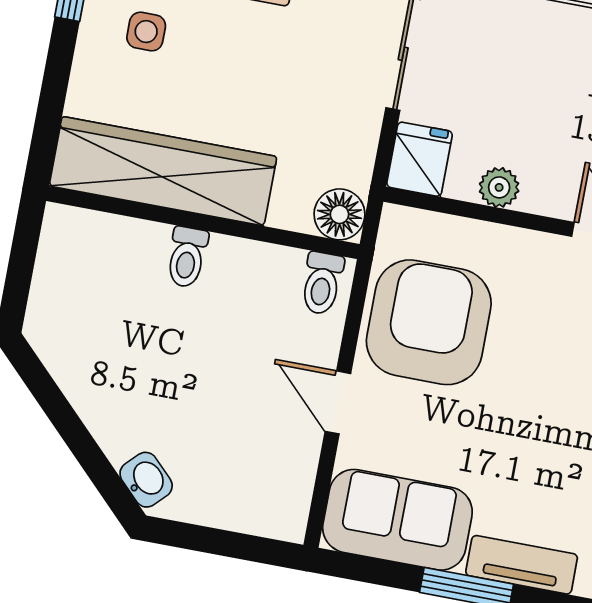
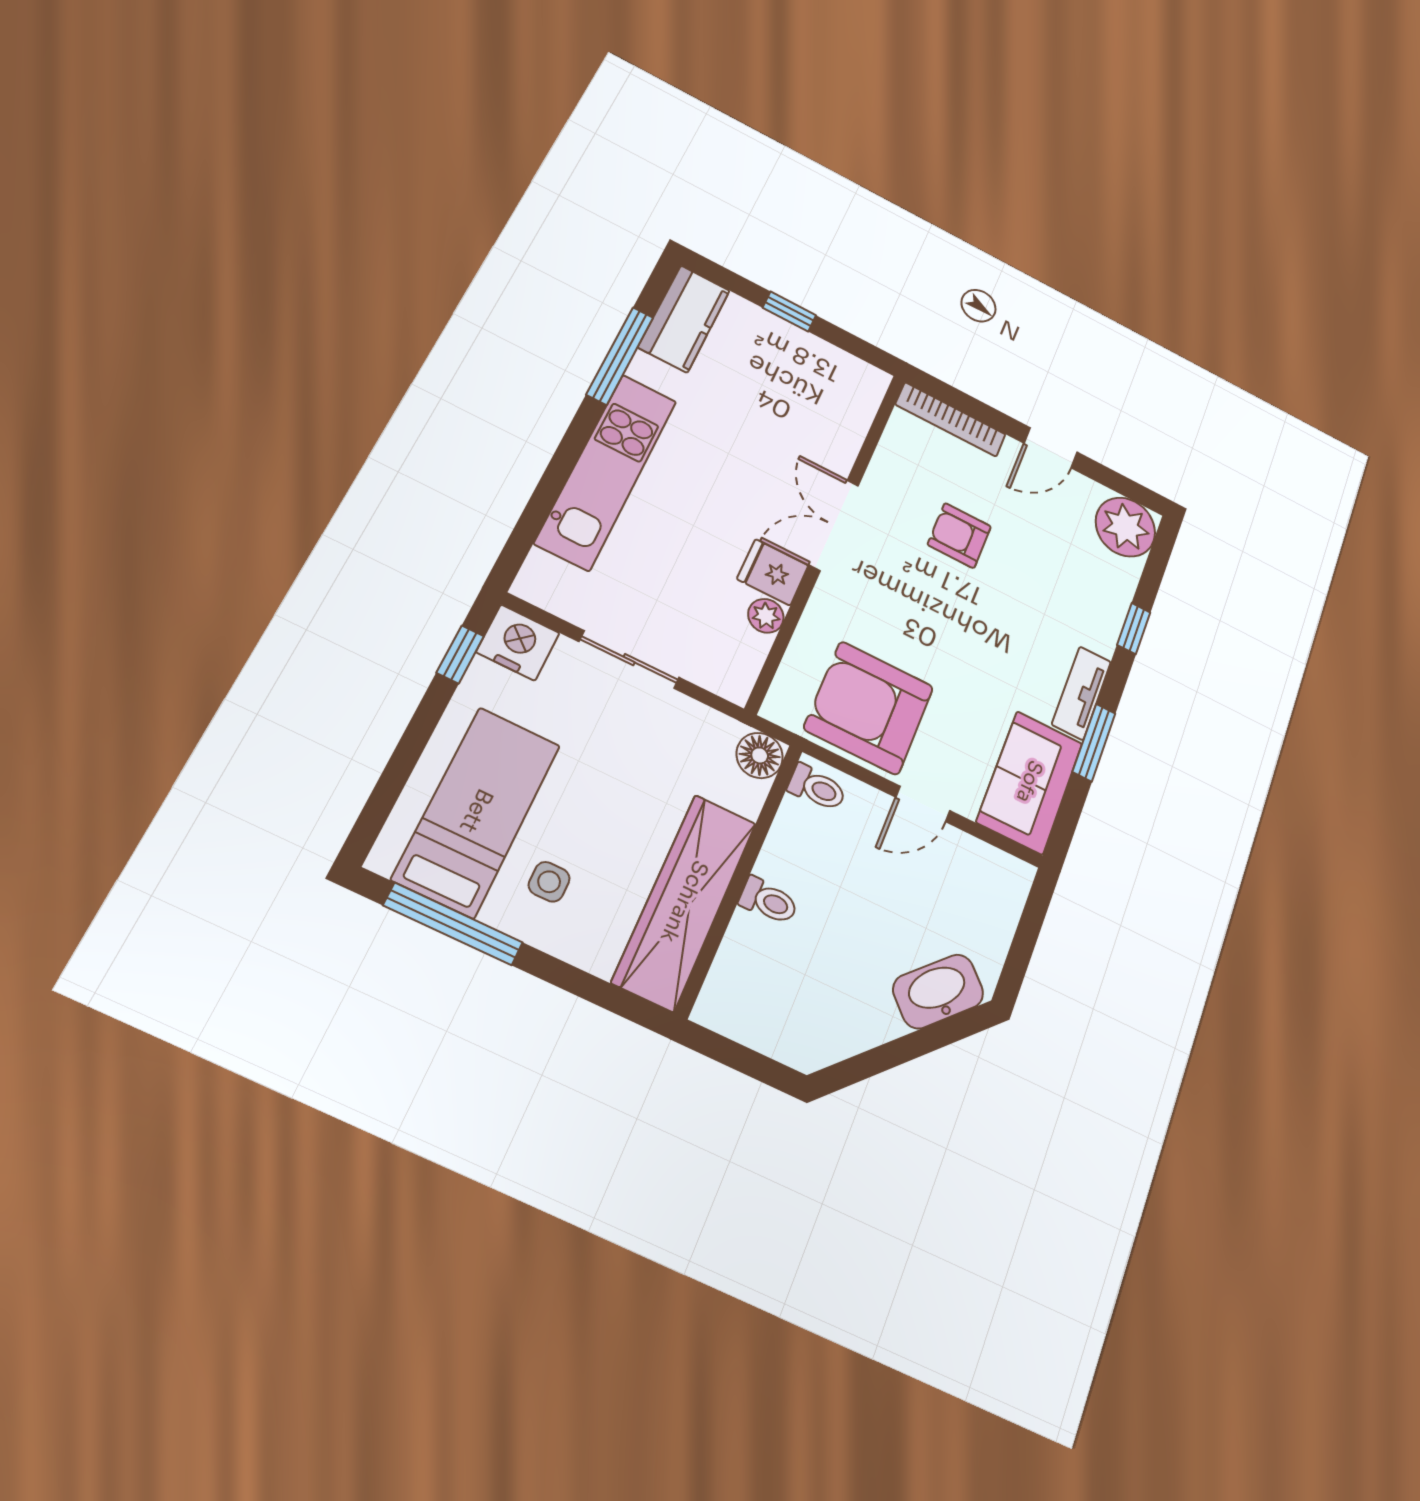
fridge: (420, 159) -> (773, 572), moved
washbasin: (146, 480) -> (938, 991), width x1.91, depth x1.45

